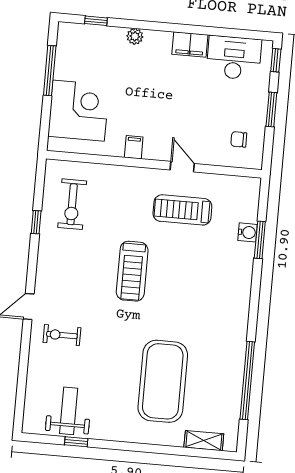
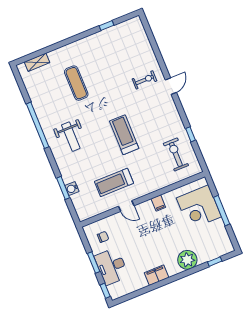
plant: (135, 36) -> (187, 260), width x1.87, depth x1.87
desk: (234, 58) -> (111, 266), moved, turned 90
window: (50, 71) -> (222, 211), moved
treadmill: (182, 210) -> (114, 182), turned 180
window: (247, 380) -> (38, 125), moved
exercise mat: (163, 381) -> (76, 83), width x0.50, depth x0.69
weight bench: (69, 411) -> (71, 137), moved

